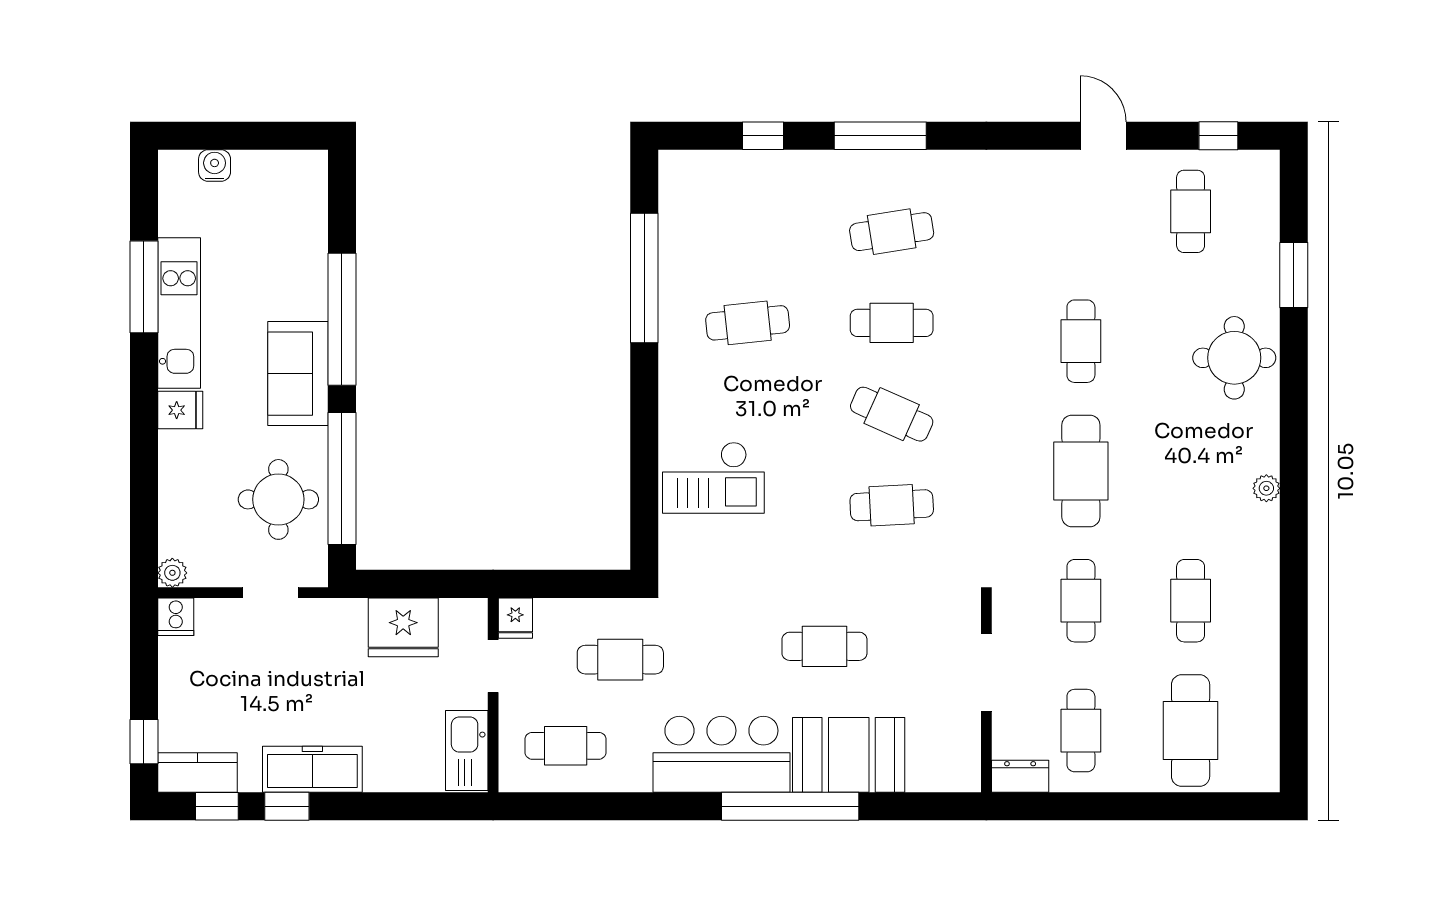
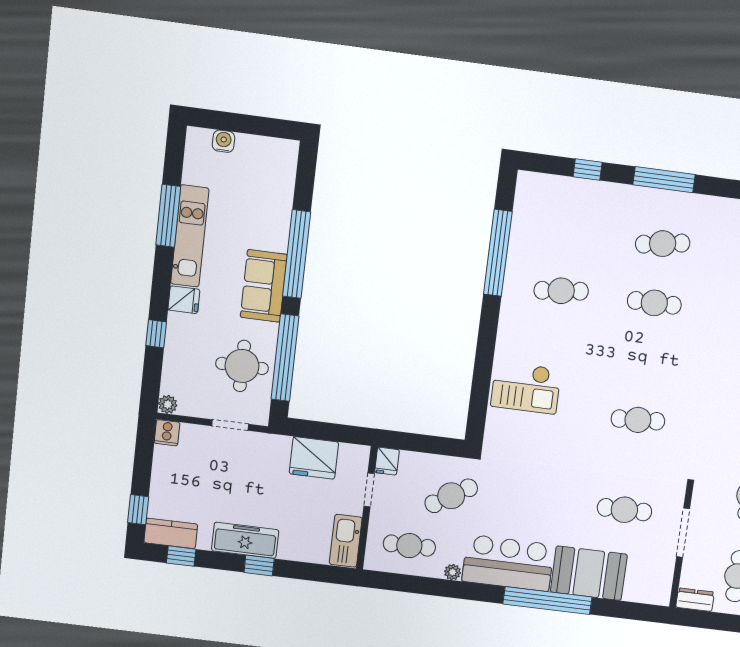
cafe table: (892, 414) -> (646, 362), removed
window: (144, 467) -> (156, 334), added
cafe table: (824, 646) -> (624, 510), moved
cafe table: (620, 660) -> (451, 496), turned -32
plant: (637, 779) -> (453, 572), added
window: (287, 806) -> (259, 566), moved

